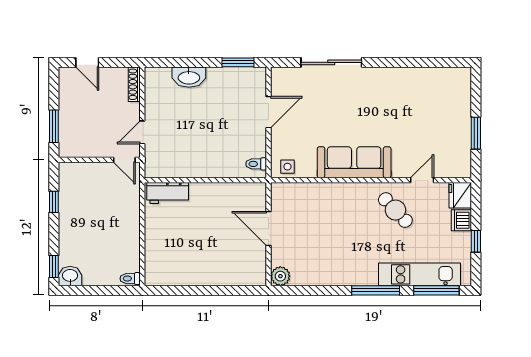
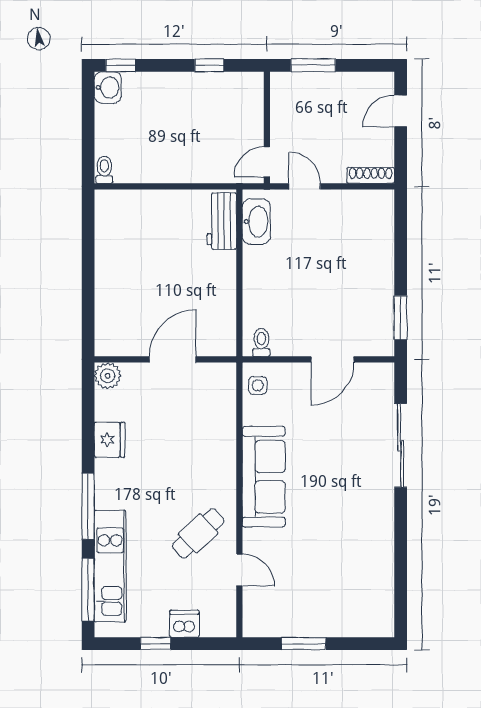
washbasin: (189, 77) -> (256, 222), moved, turned 180
door: (269, 112) -> (332, 359), hinge flipped
fridge: (460, 195) -> (110, 440), moved, turned 90

